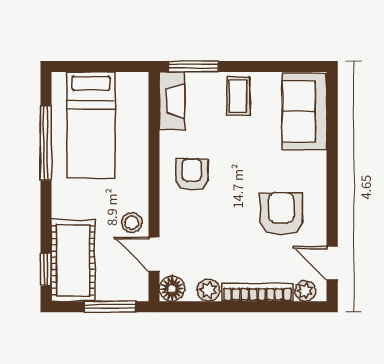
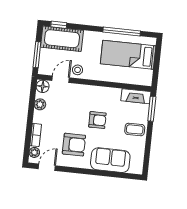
sofa: (304, 112) -> (110, 160), moved
armchair: (192, 175) -> (97, 120), moved
bookcase: (257, 292) -> (36, 135), width x0.64

